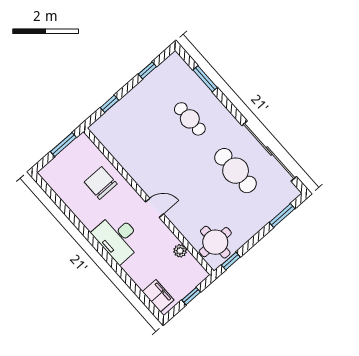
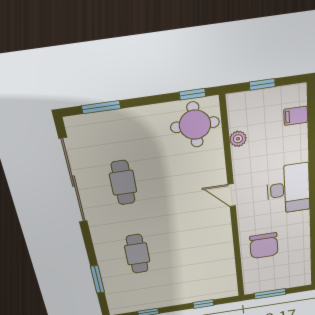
cafe table: (236, 171) -> (123, 183), width x0.73, depth x0.74
filing cabinet: (158, 296) -> (296, 116), width x0.50

